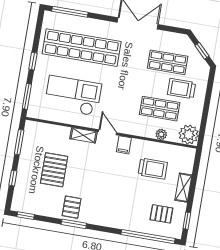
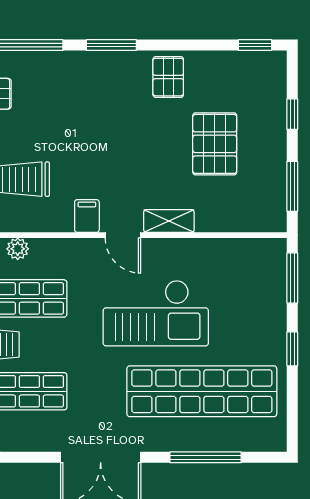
window: (70, 12) -> (206, 457), moved
checkout: (73, 96) -> (156, 313), moved
window: (74, 224) -> (111, 45), moved

